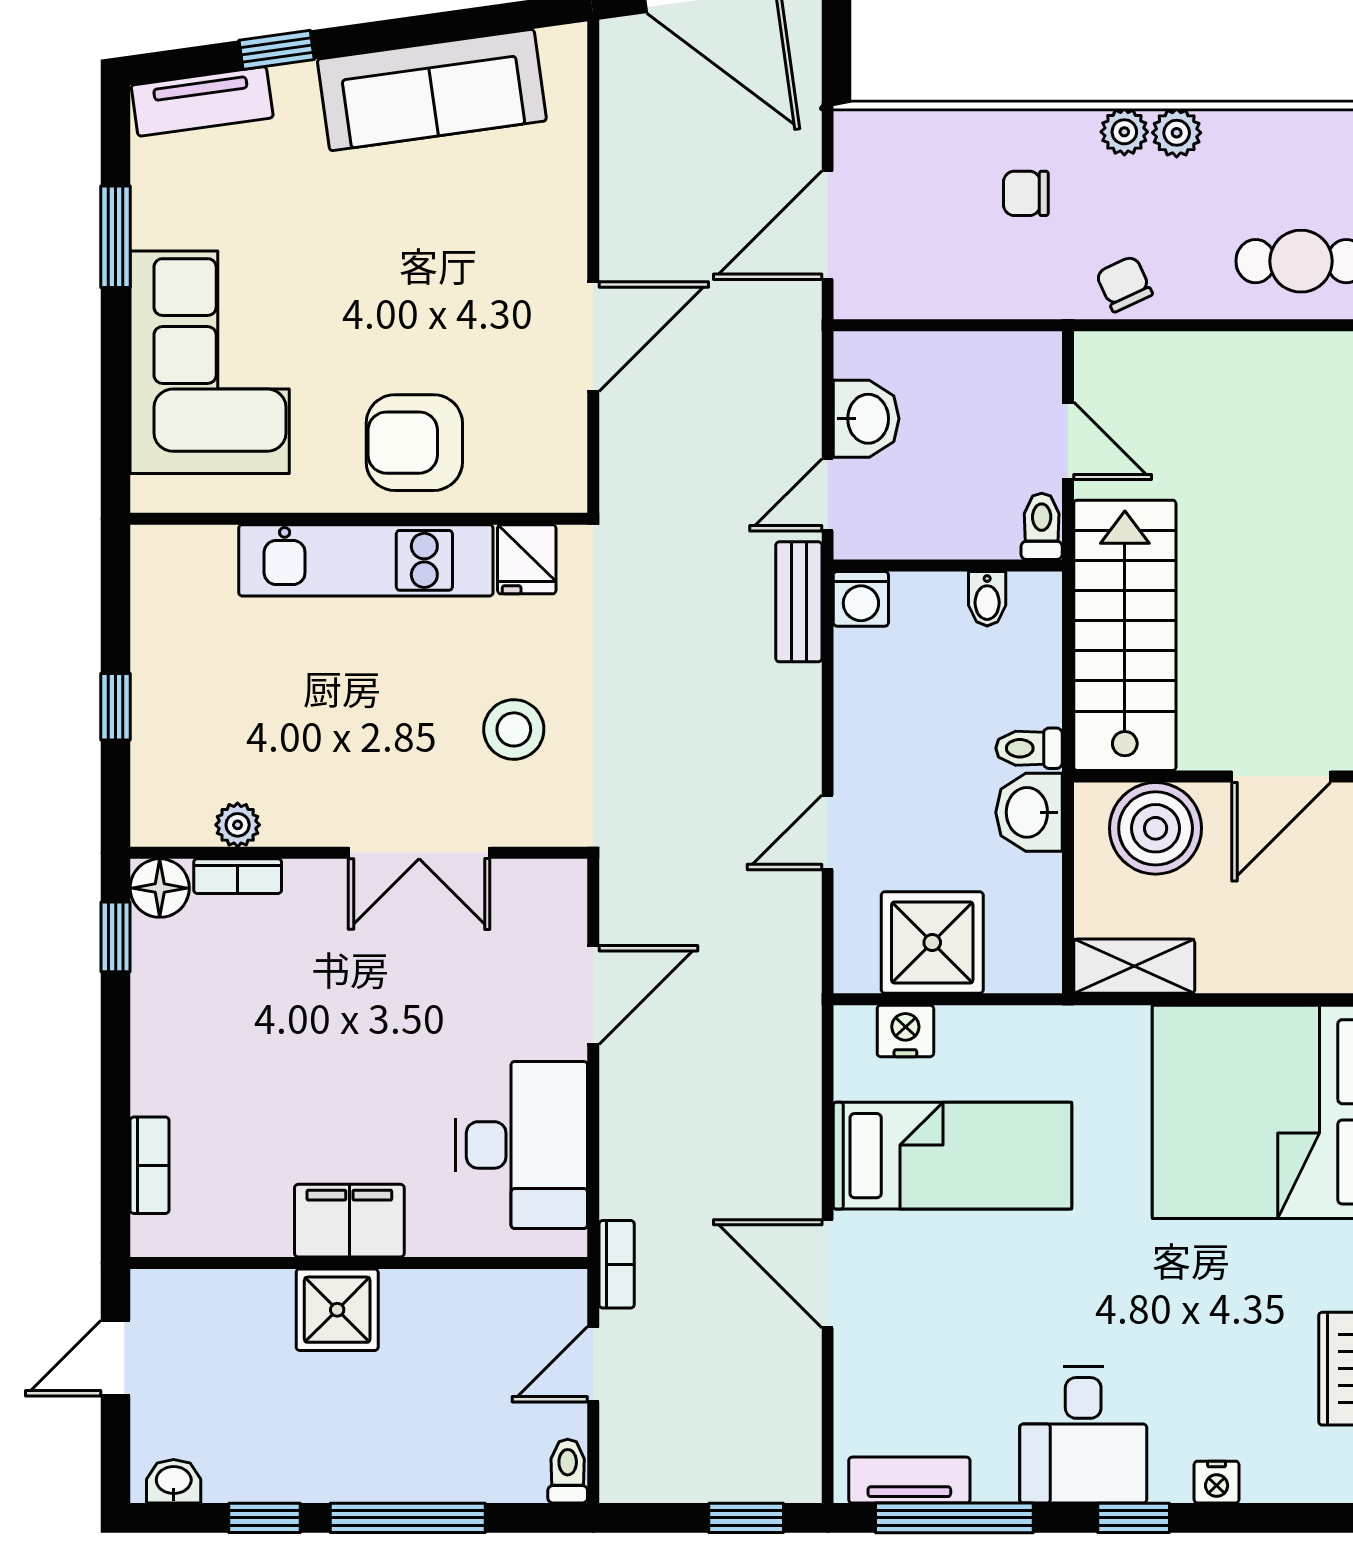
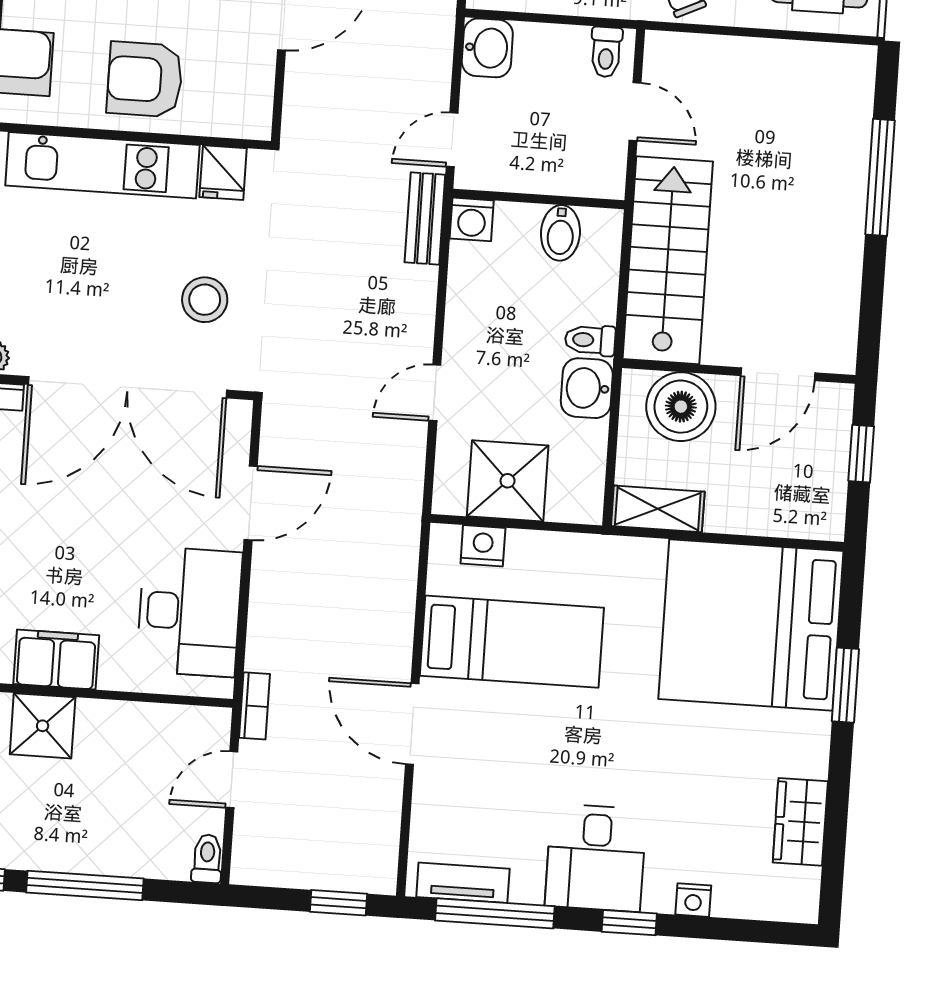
washbasin: (866, 419) -> (487, 48), moved
toilet: (1042, 526) -> (606, 52), moved, turned 180
bidet: (987, 599) -> (560, 233), width x1.38, depth x1.36
double door: (419, 853) -> (127, 387), width x1.87

